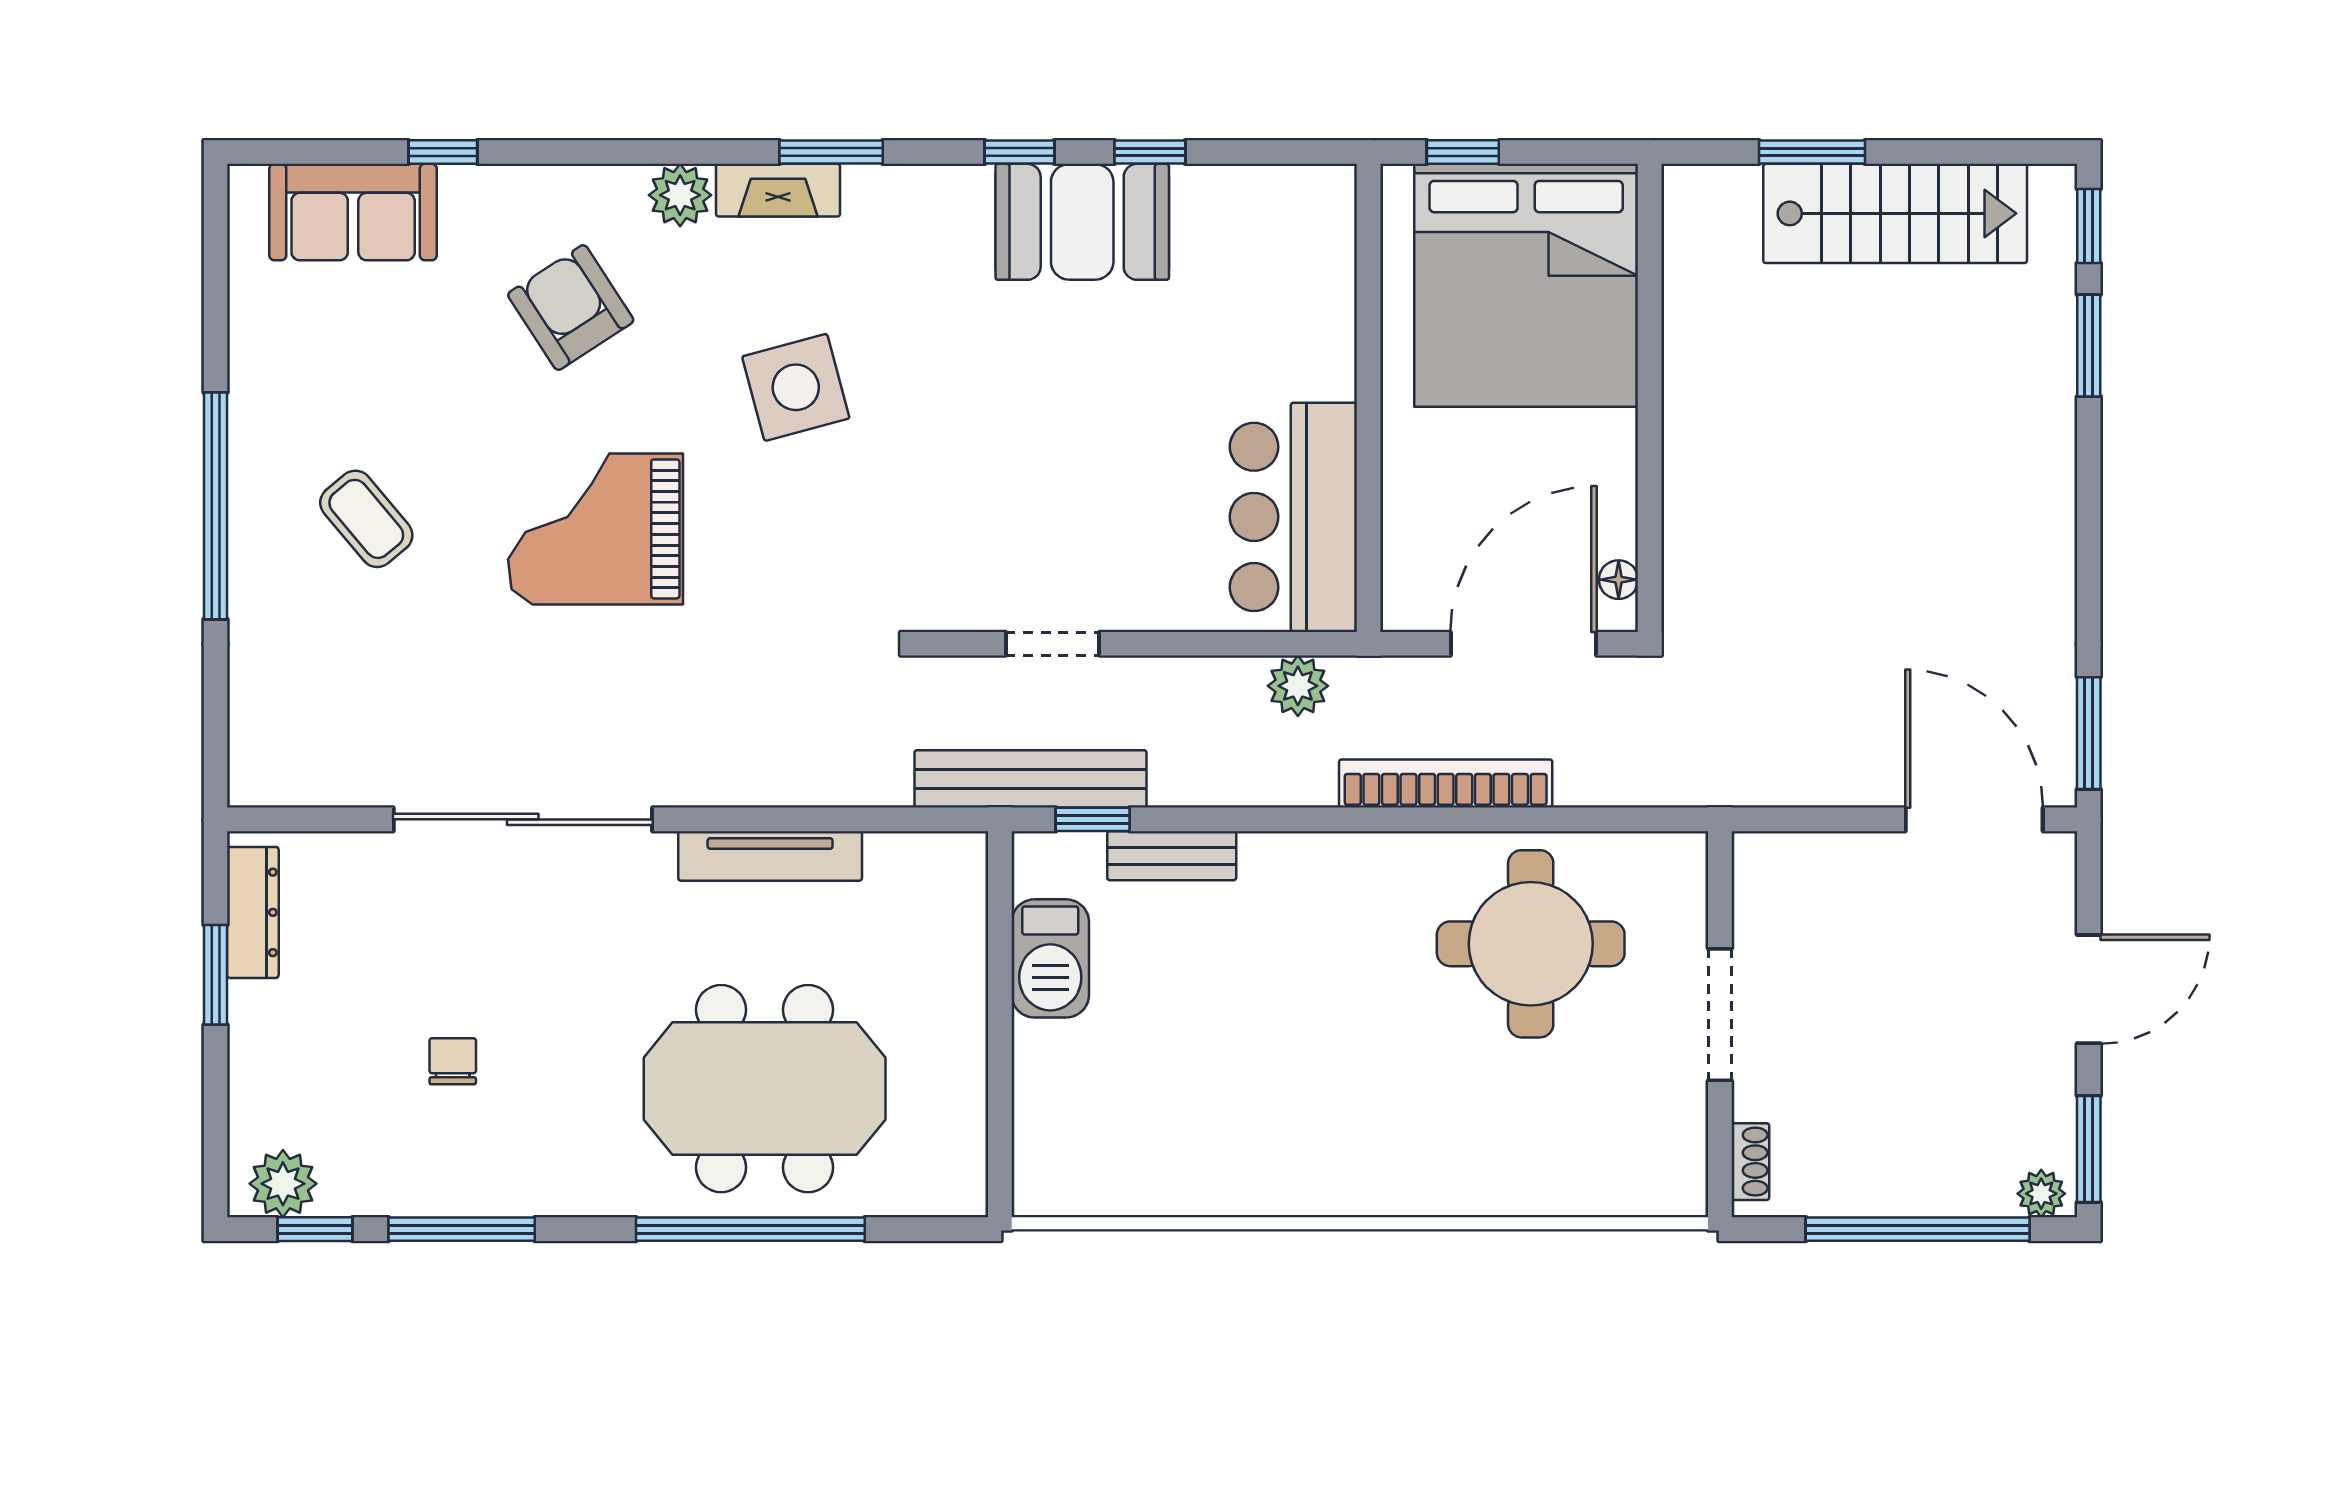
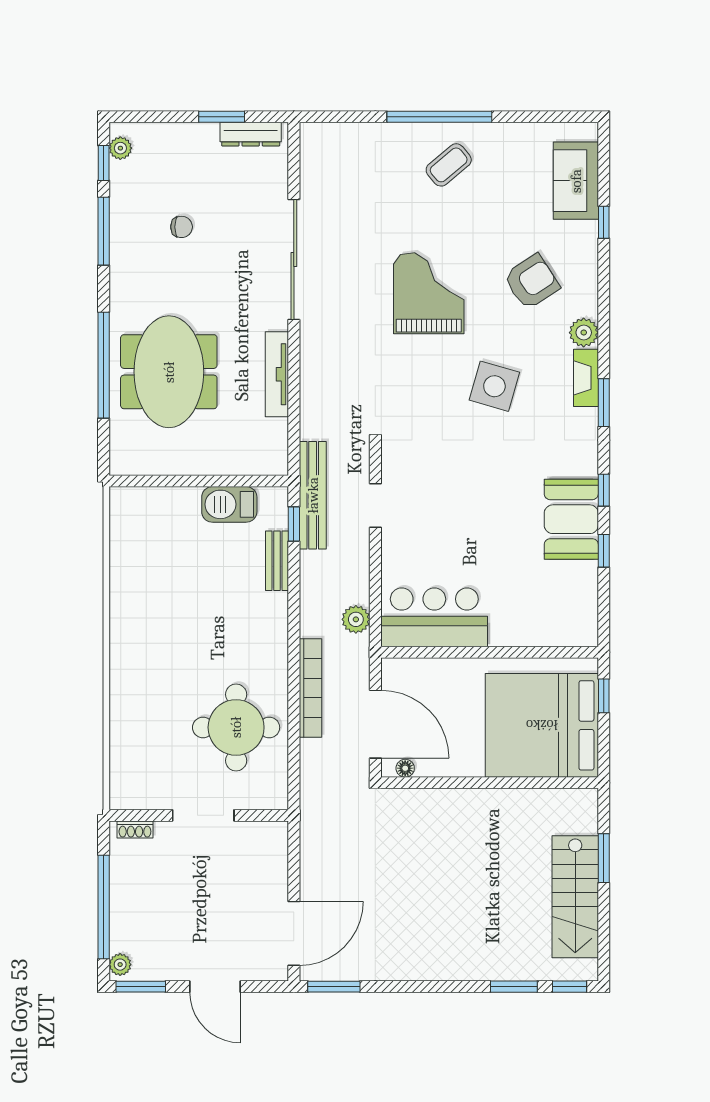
side table: (796, 387) -> (494, 386), turned 31
coffee table: (366, 519) -> (449, 165), moved
plant: (283, 1184) -> (120, 148), width x0.73, depth x0.73

